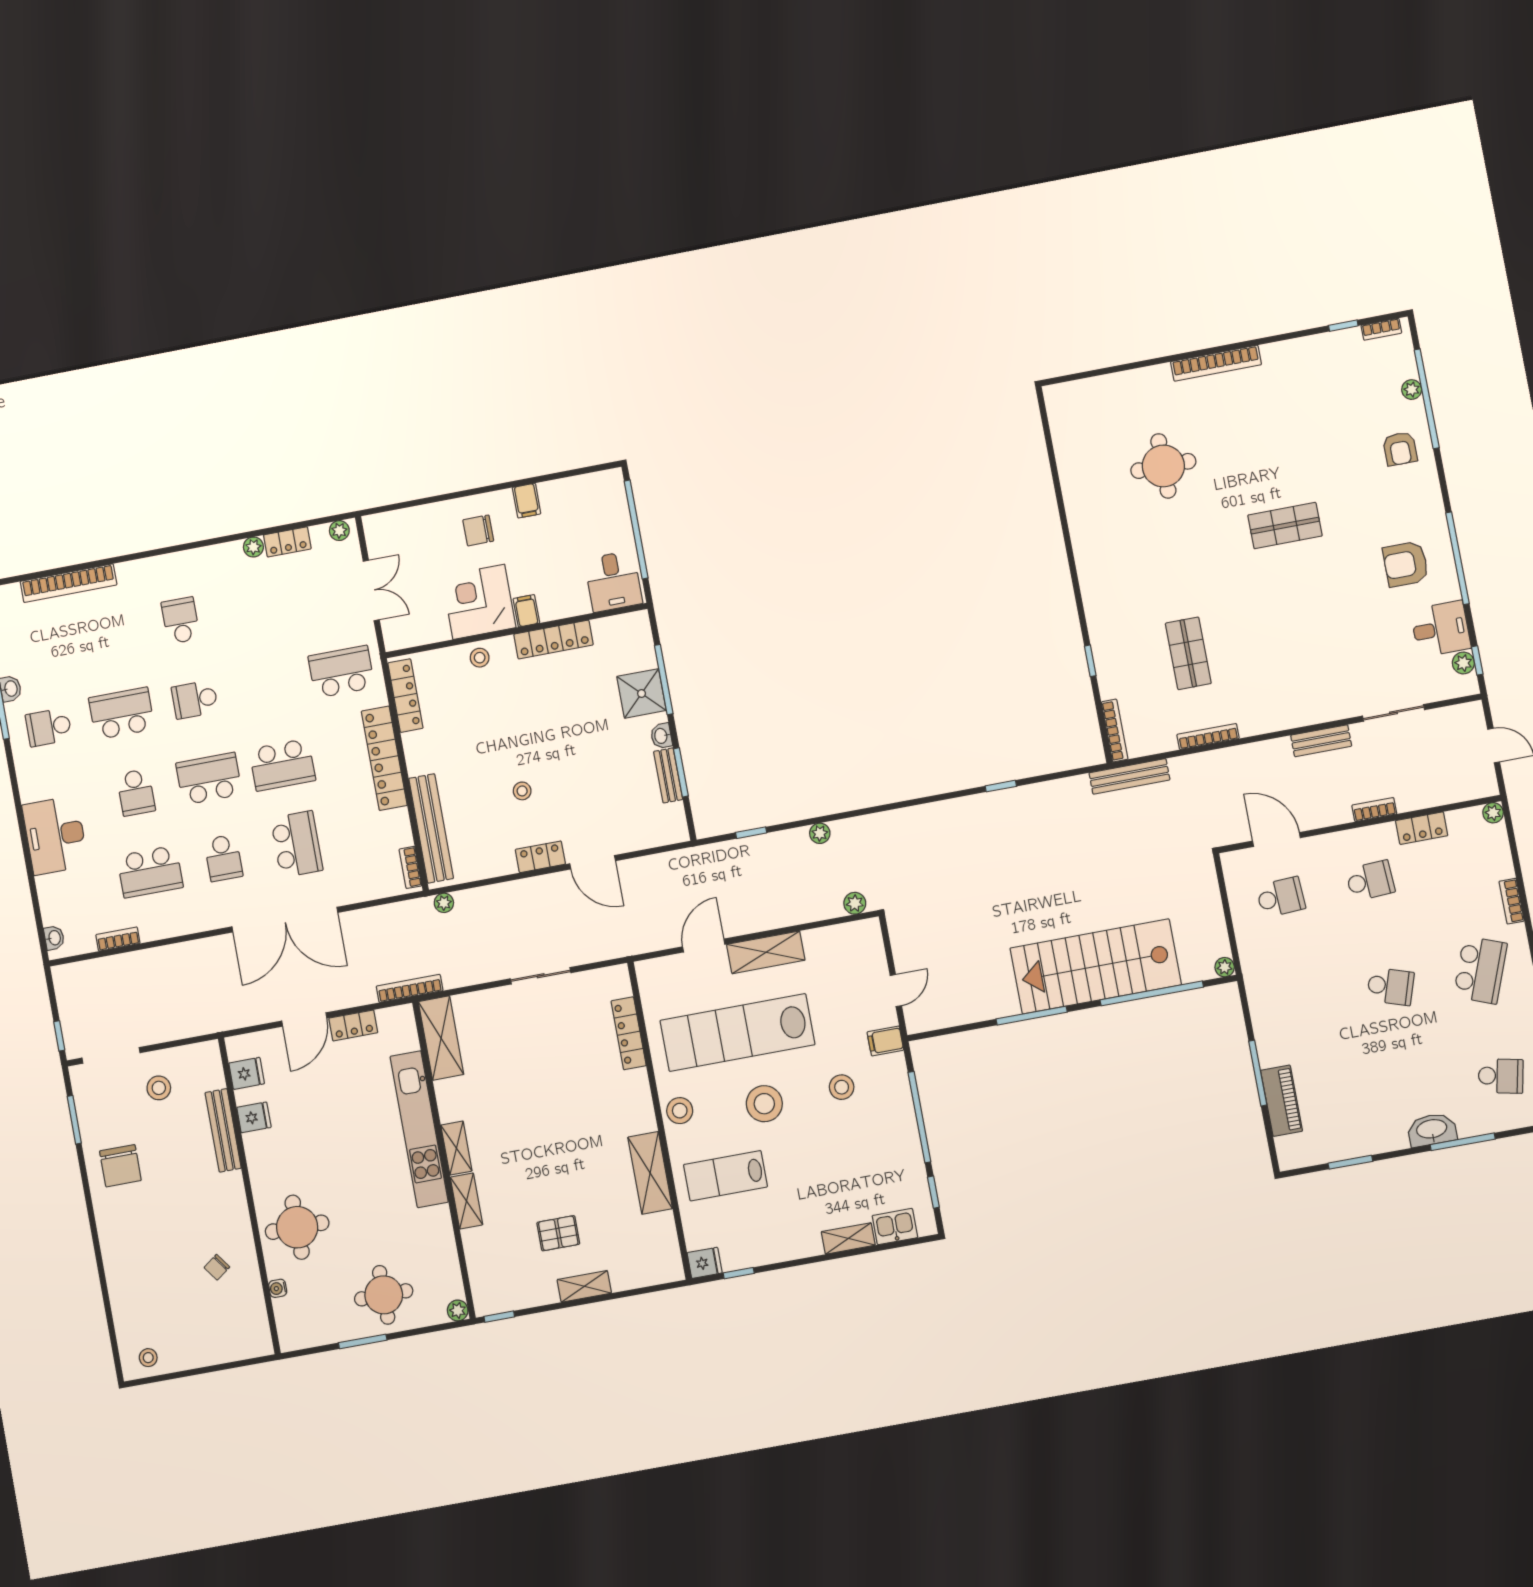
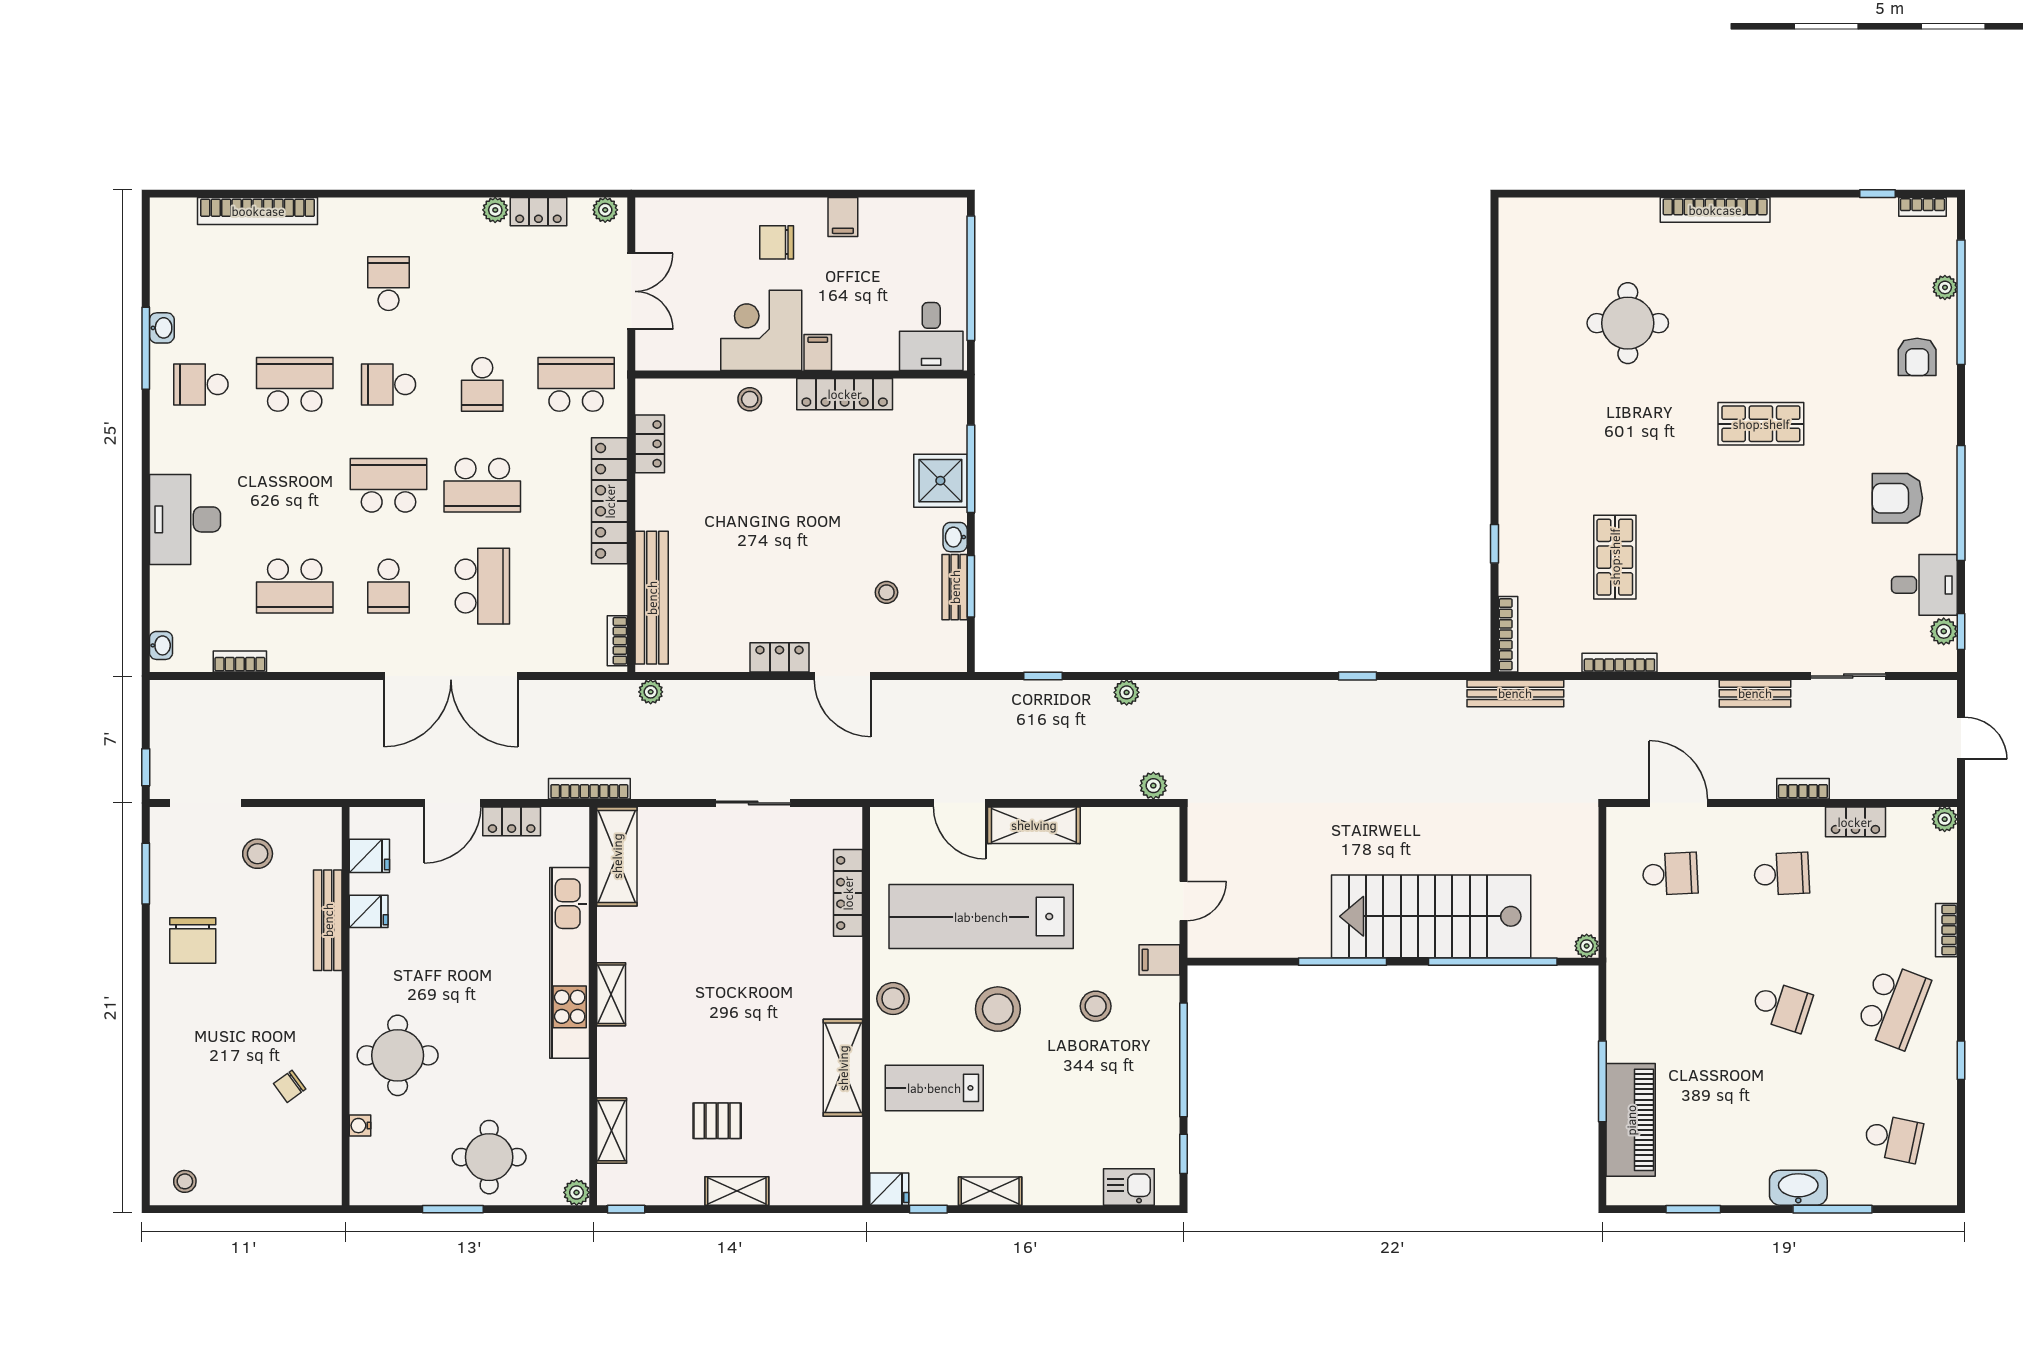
locker: (405, 696) -> (650, 444), width x0.66
stool: (522, 791) -> (886, 592), moved
school desk: (136, 792) -> (482, 384), moved
door: (704, 946) -> (959, 803), swing flipped
piano: (1282, 1101) -> (1631, 1120), width x1.37, depth x1.33
shelving: (466, 1201) -> (612, 1131), moved
shelving: (848, 1238) -> (990, 1191), moved

